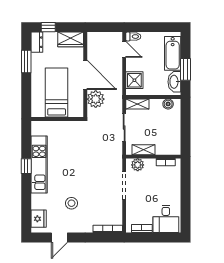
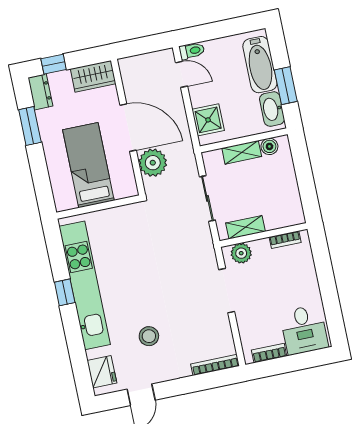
shelving: (137, 104) -> (242, 152), moved
kitchen unit: (39, 164) -> (85, 285), width x1.36

